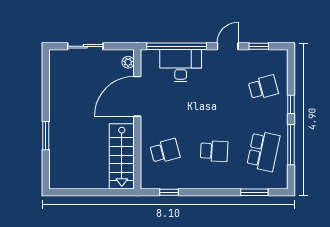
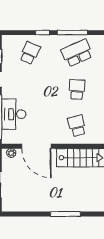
school desk: (263, 87) -> (30, 53), turned 39
window: (46, 136) -> (65, 214), width x1.44
school desk: (263, 151) -> (77, 53), turned -36

